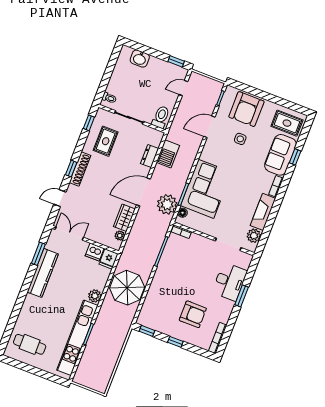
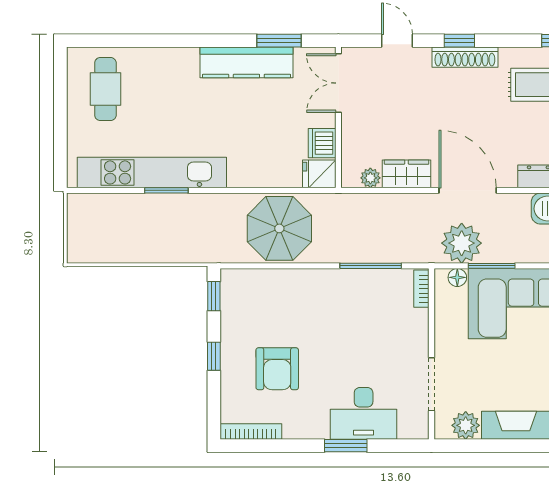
double door: (69, 233) -> (338, 83), swing flipped
plant: (95, 296) -> (241, 175), removed

